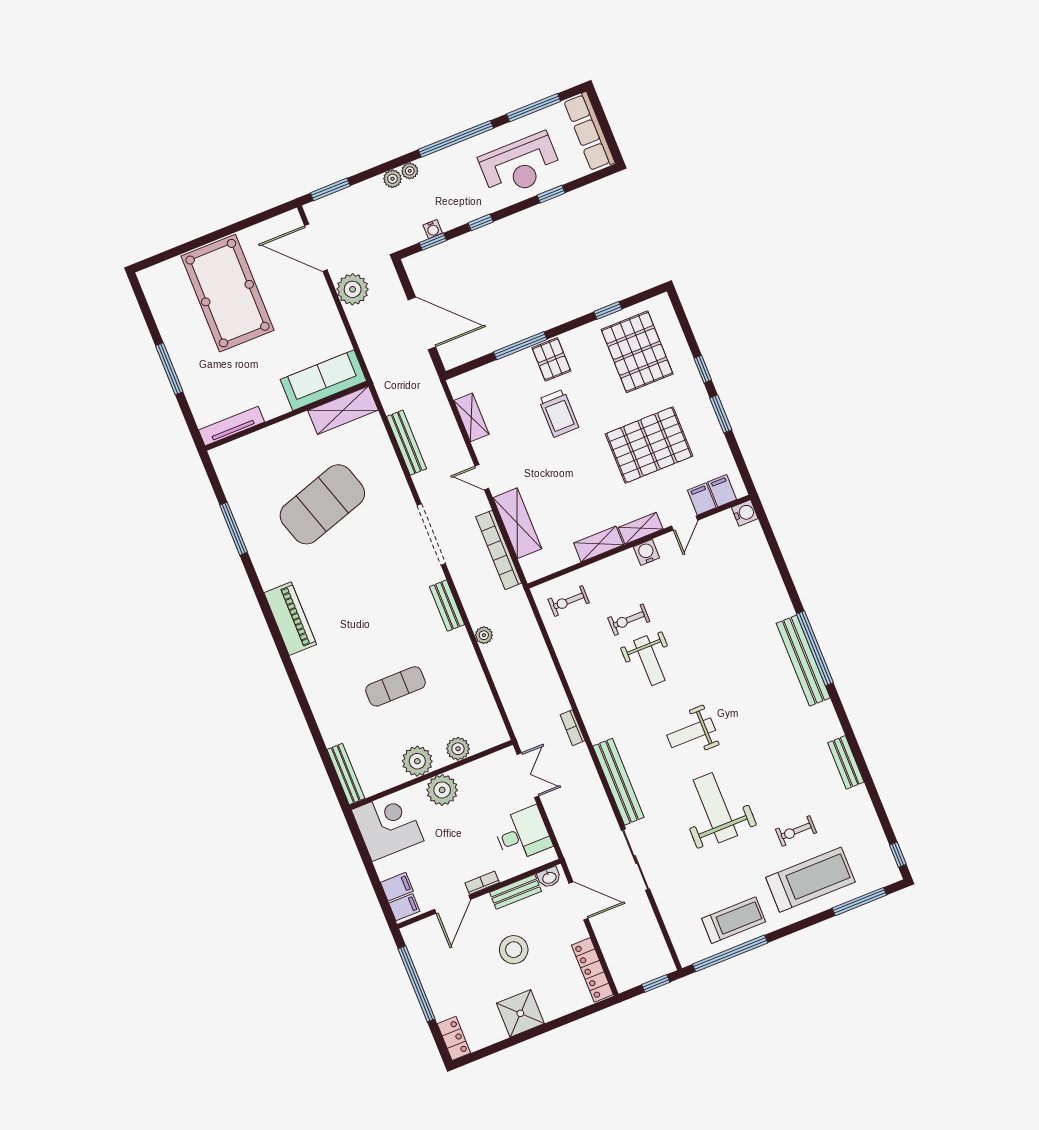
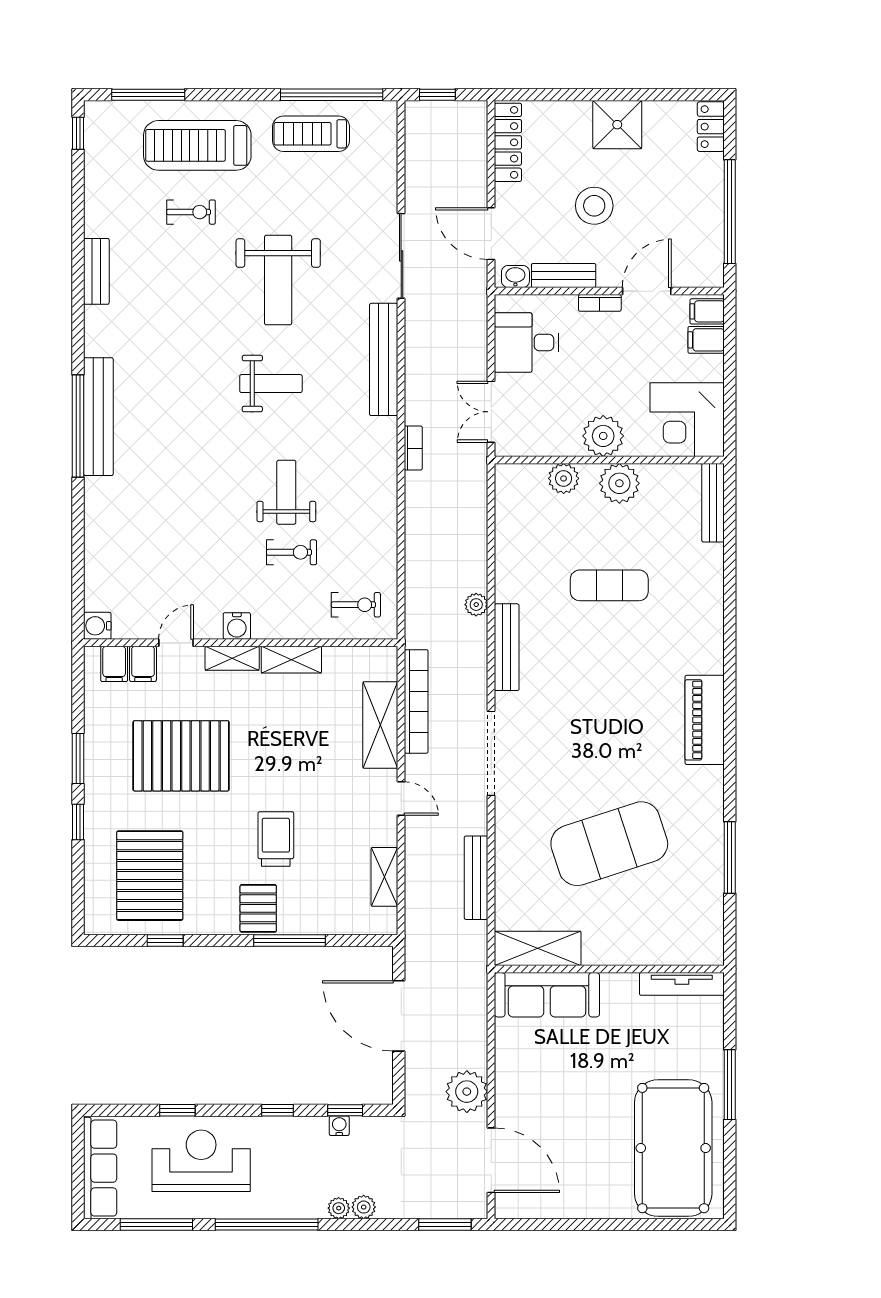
pool table: (227, 293) -> (673, 1148), moved
bench: (447, 606) -> (507, 647), width x1.36

